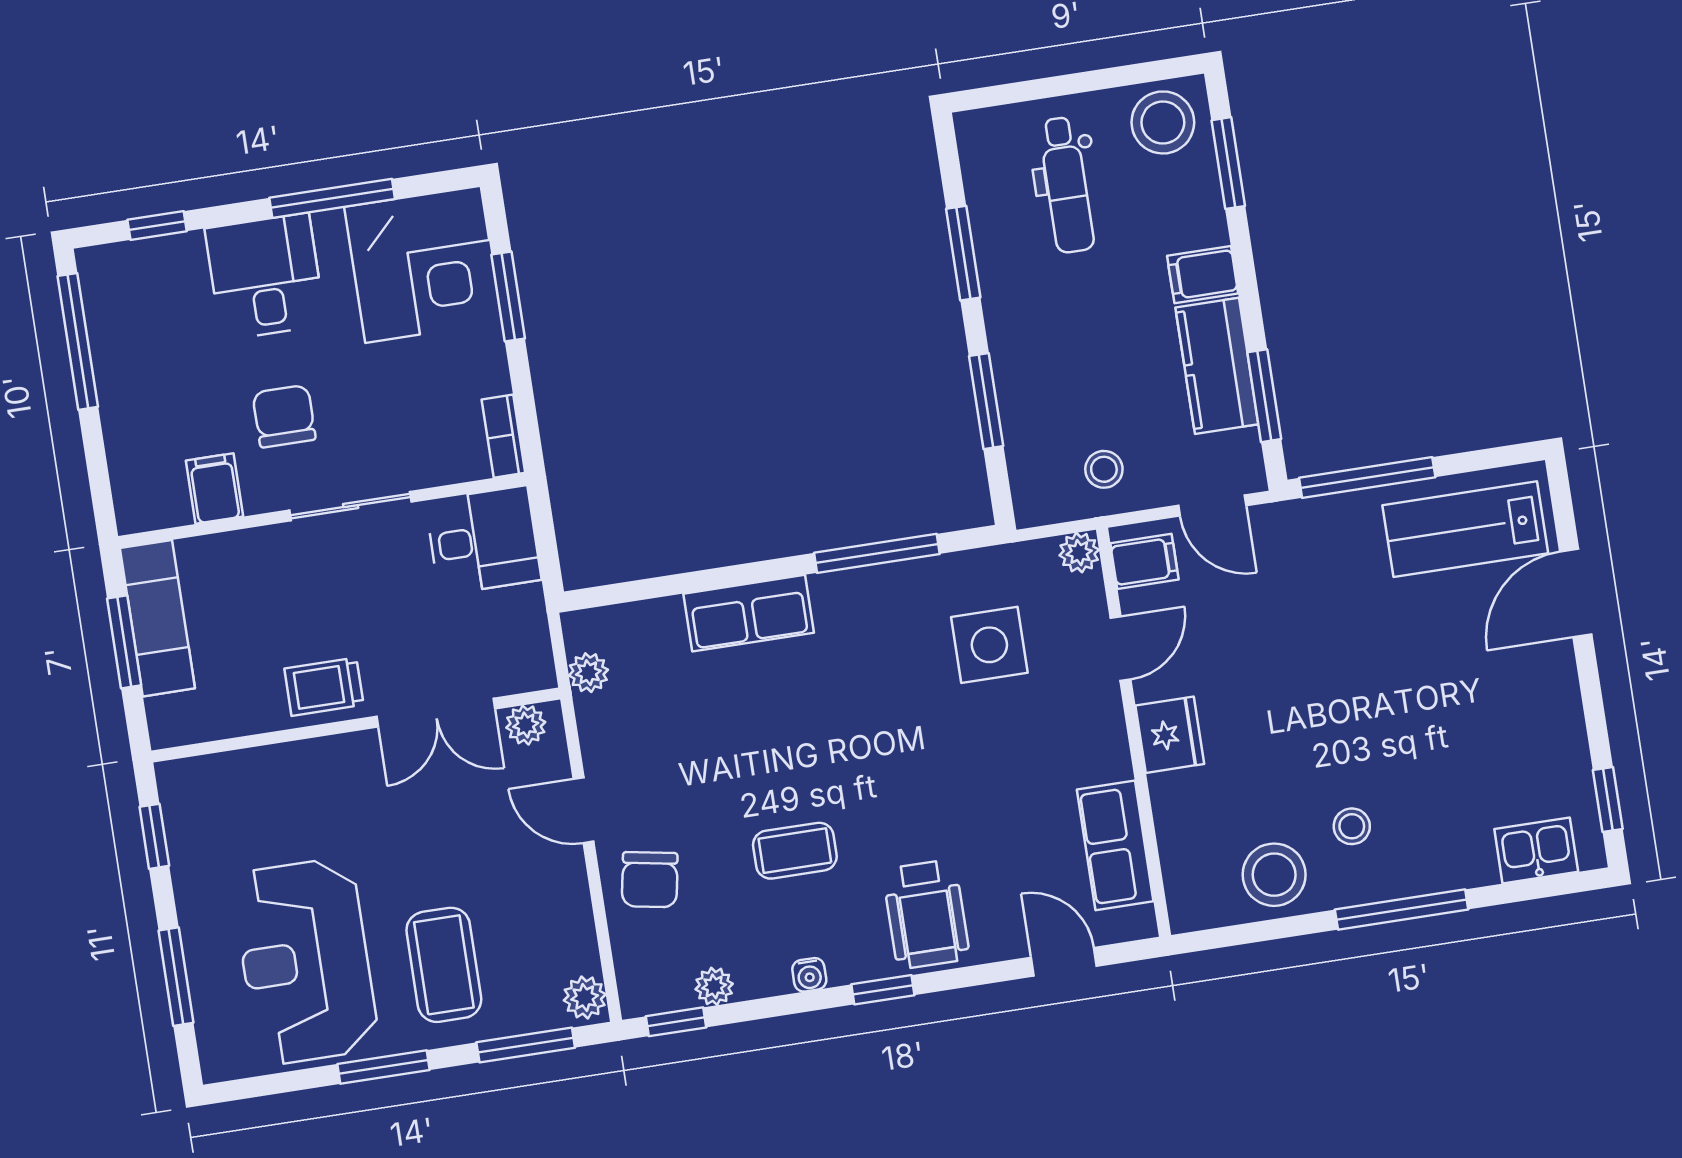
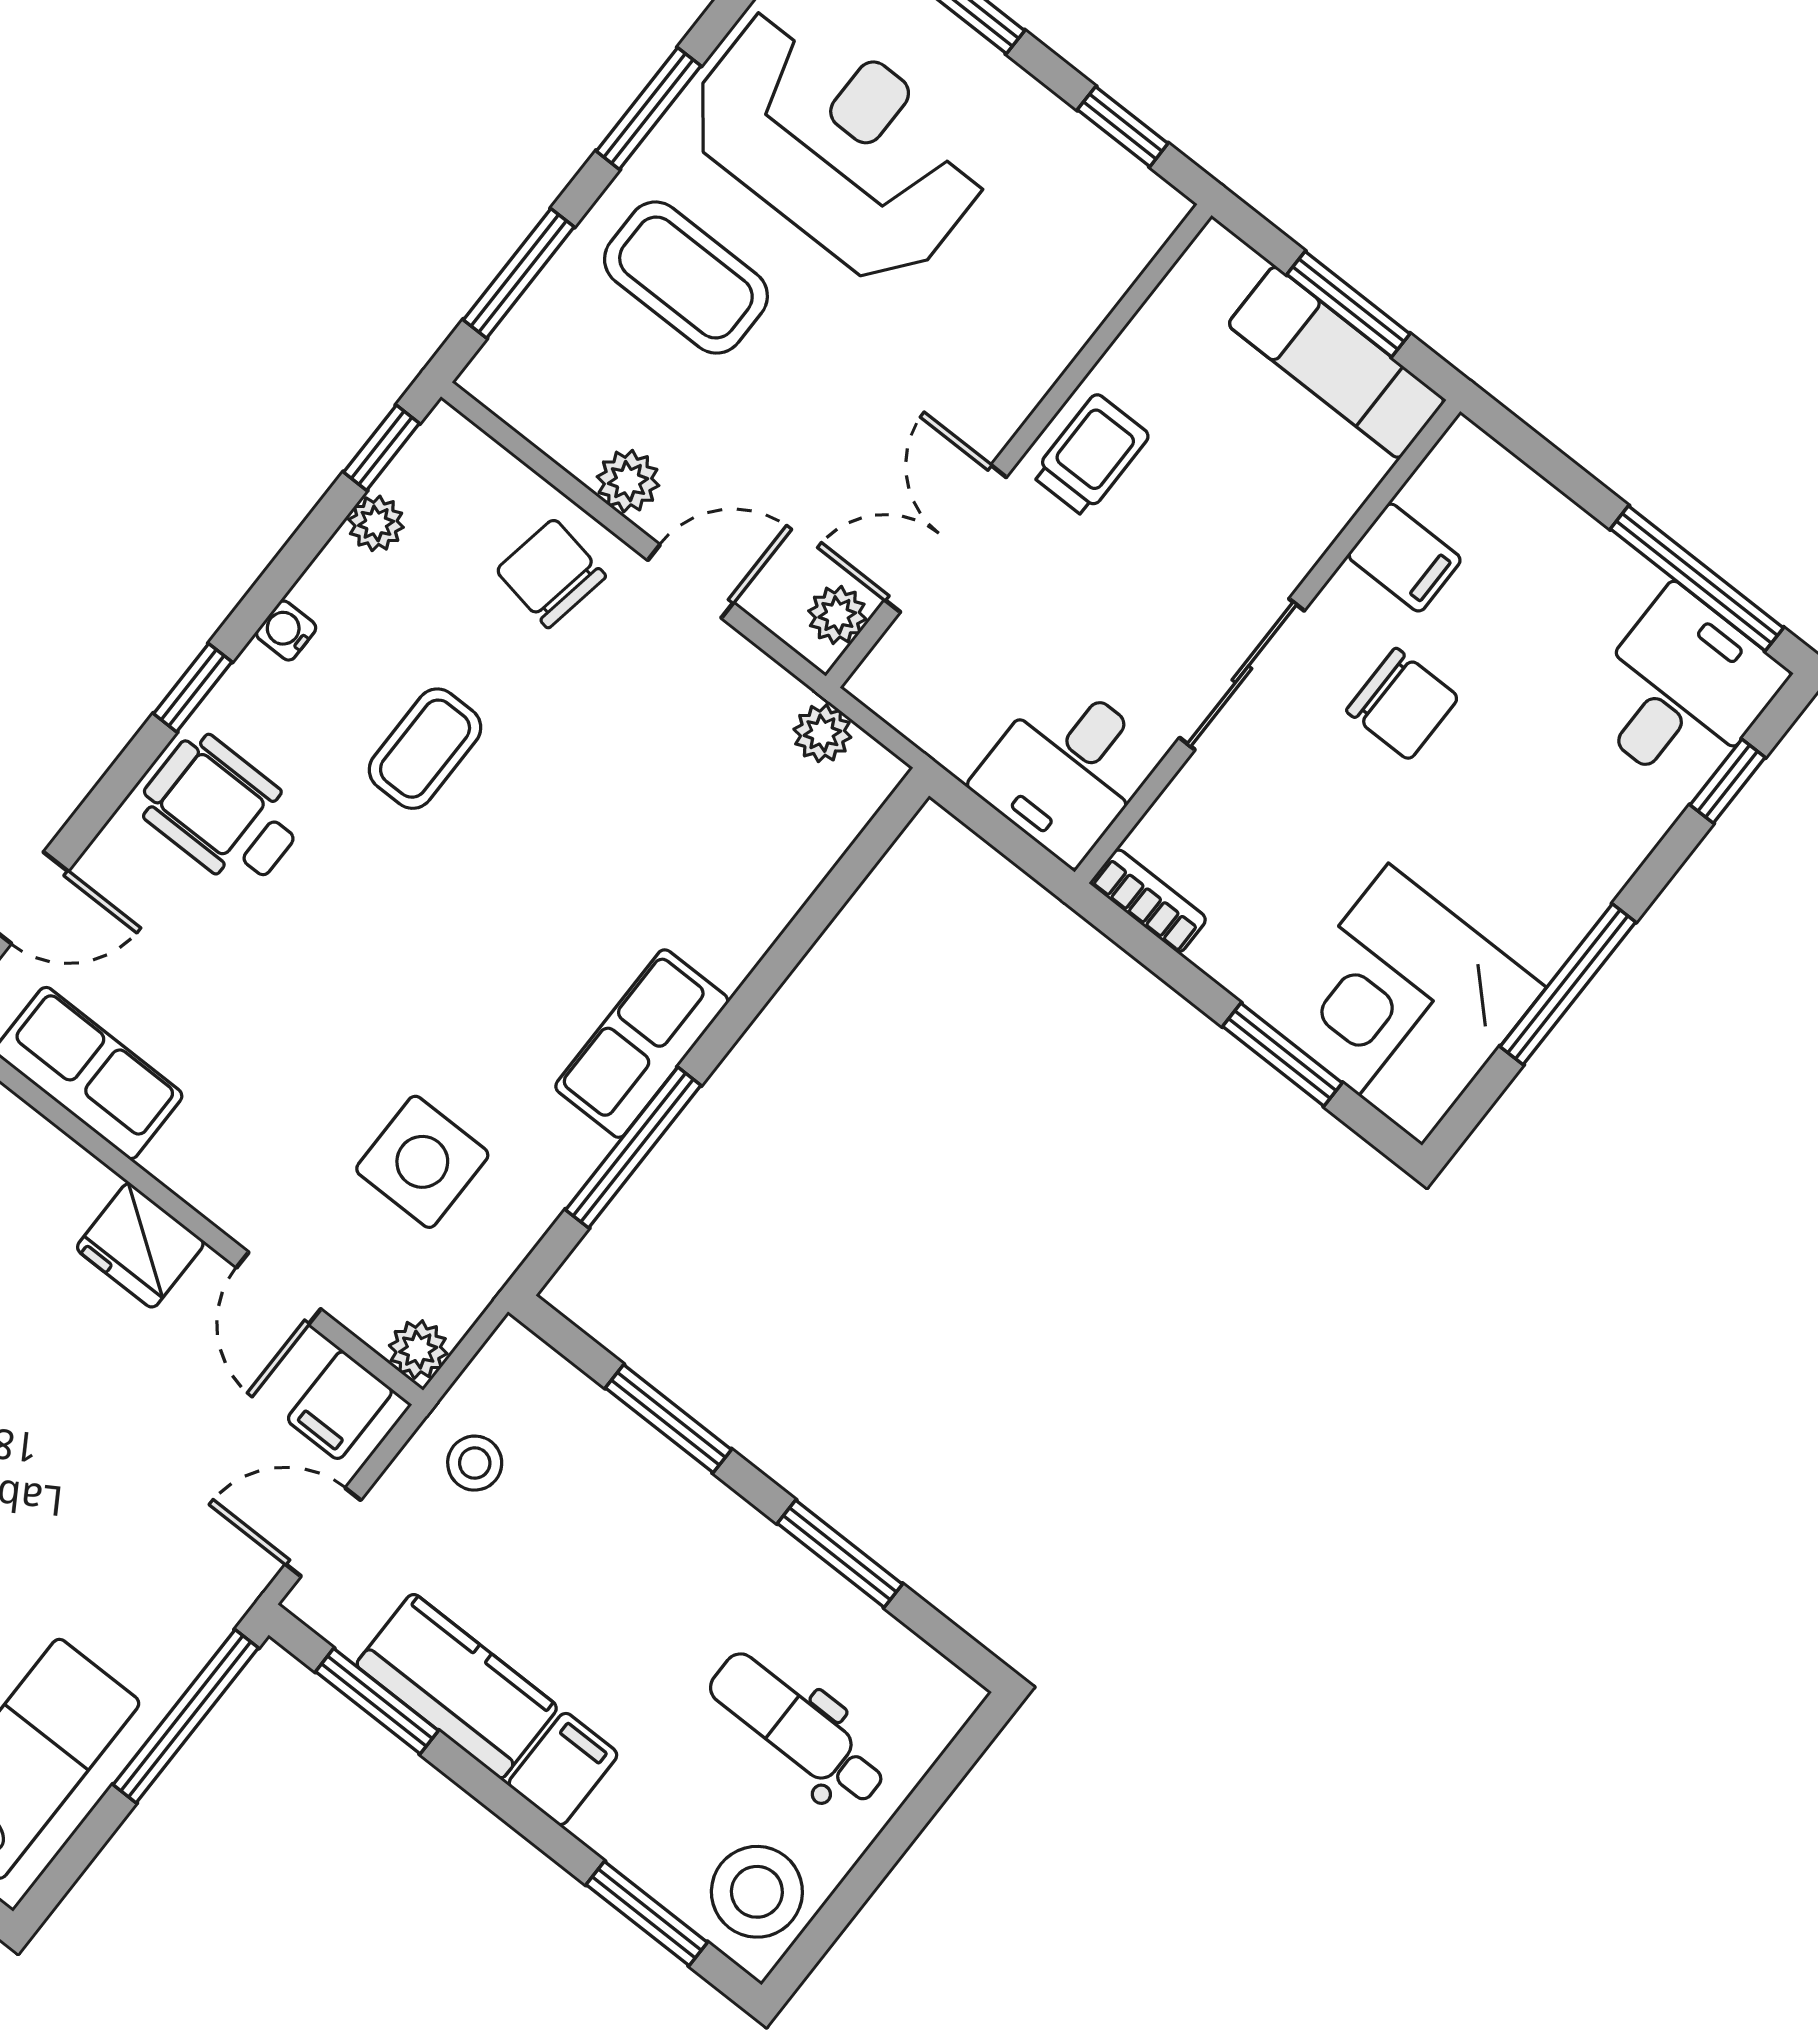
desk: (265, 276) -> (1682, 691), moved, turned -90
row of seats: (749, 613) -> (642, 1044), moved
plant: (585, 997) -> (628, 481), moved

